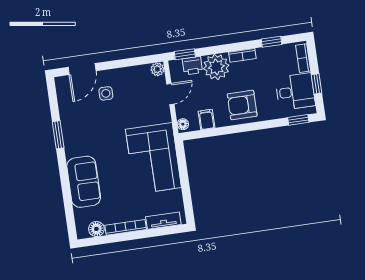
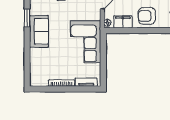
filing cabinet: (206, 119) -> (123, 22), width x2.00
sofa: (84, 182) -> (39, 31), moved
floor lamp: (96, 229) -> (43, 81), removed

